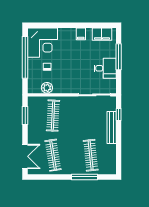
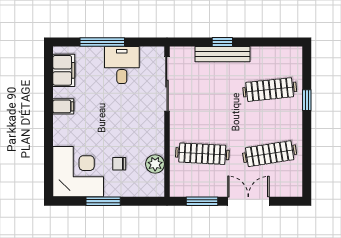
window: (25, 57) -> (103, 201), width x0.47
window: (119, 115) -> (222, 42), moved
double door: (25, 156) -> (248, 201), moved
window: (84, 177) -> (307, 100), width x0.46

